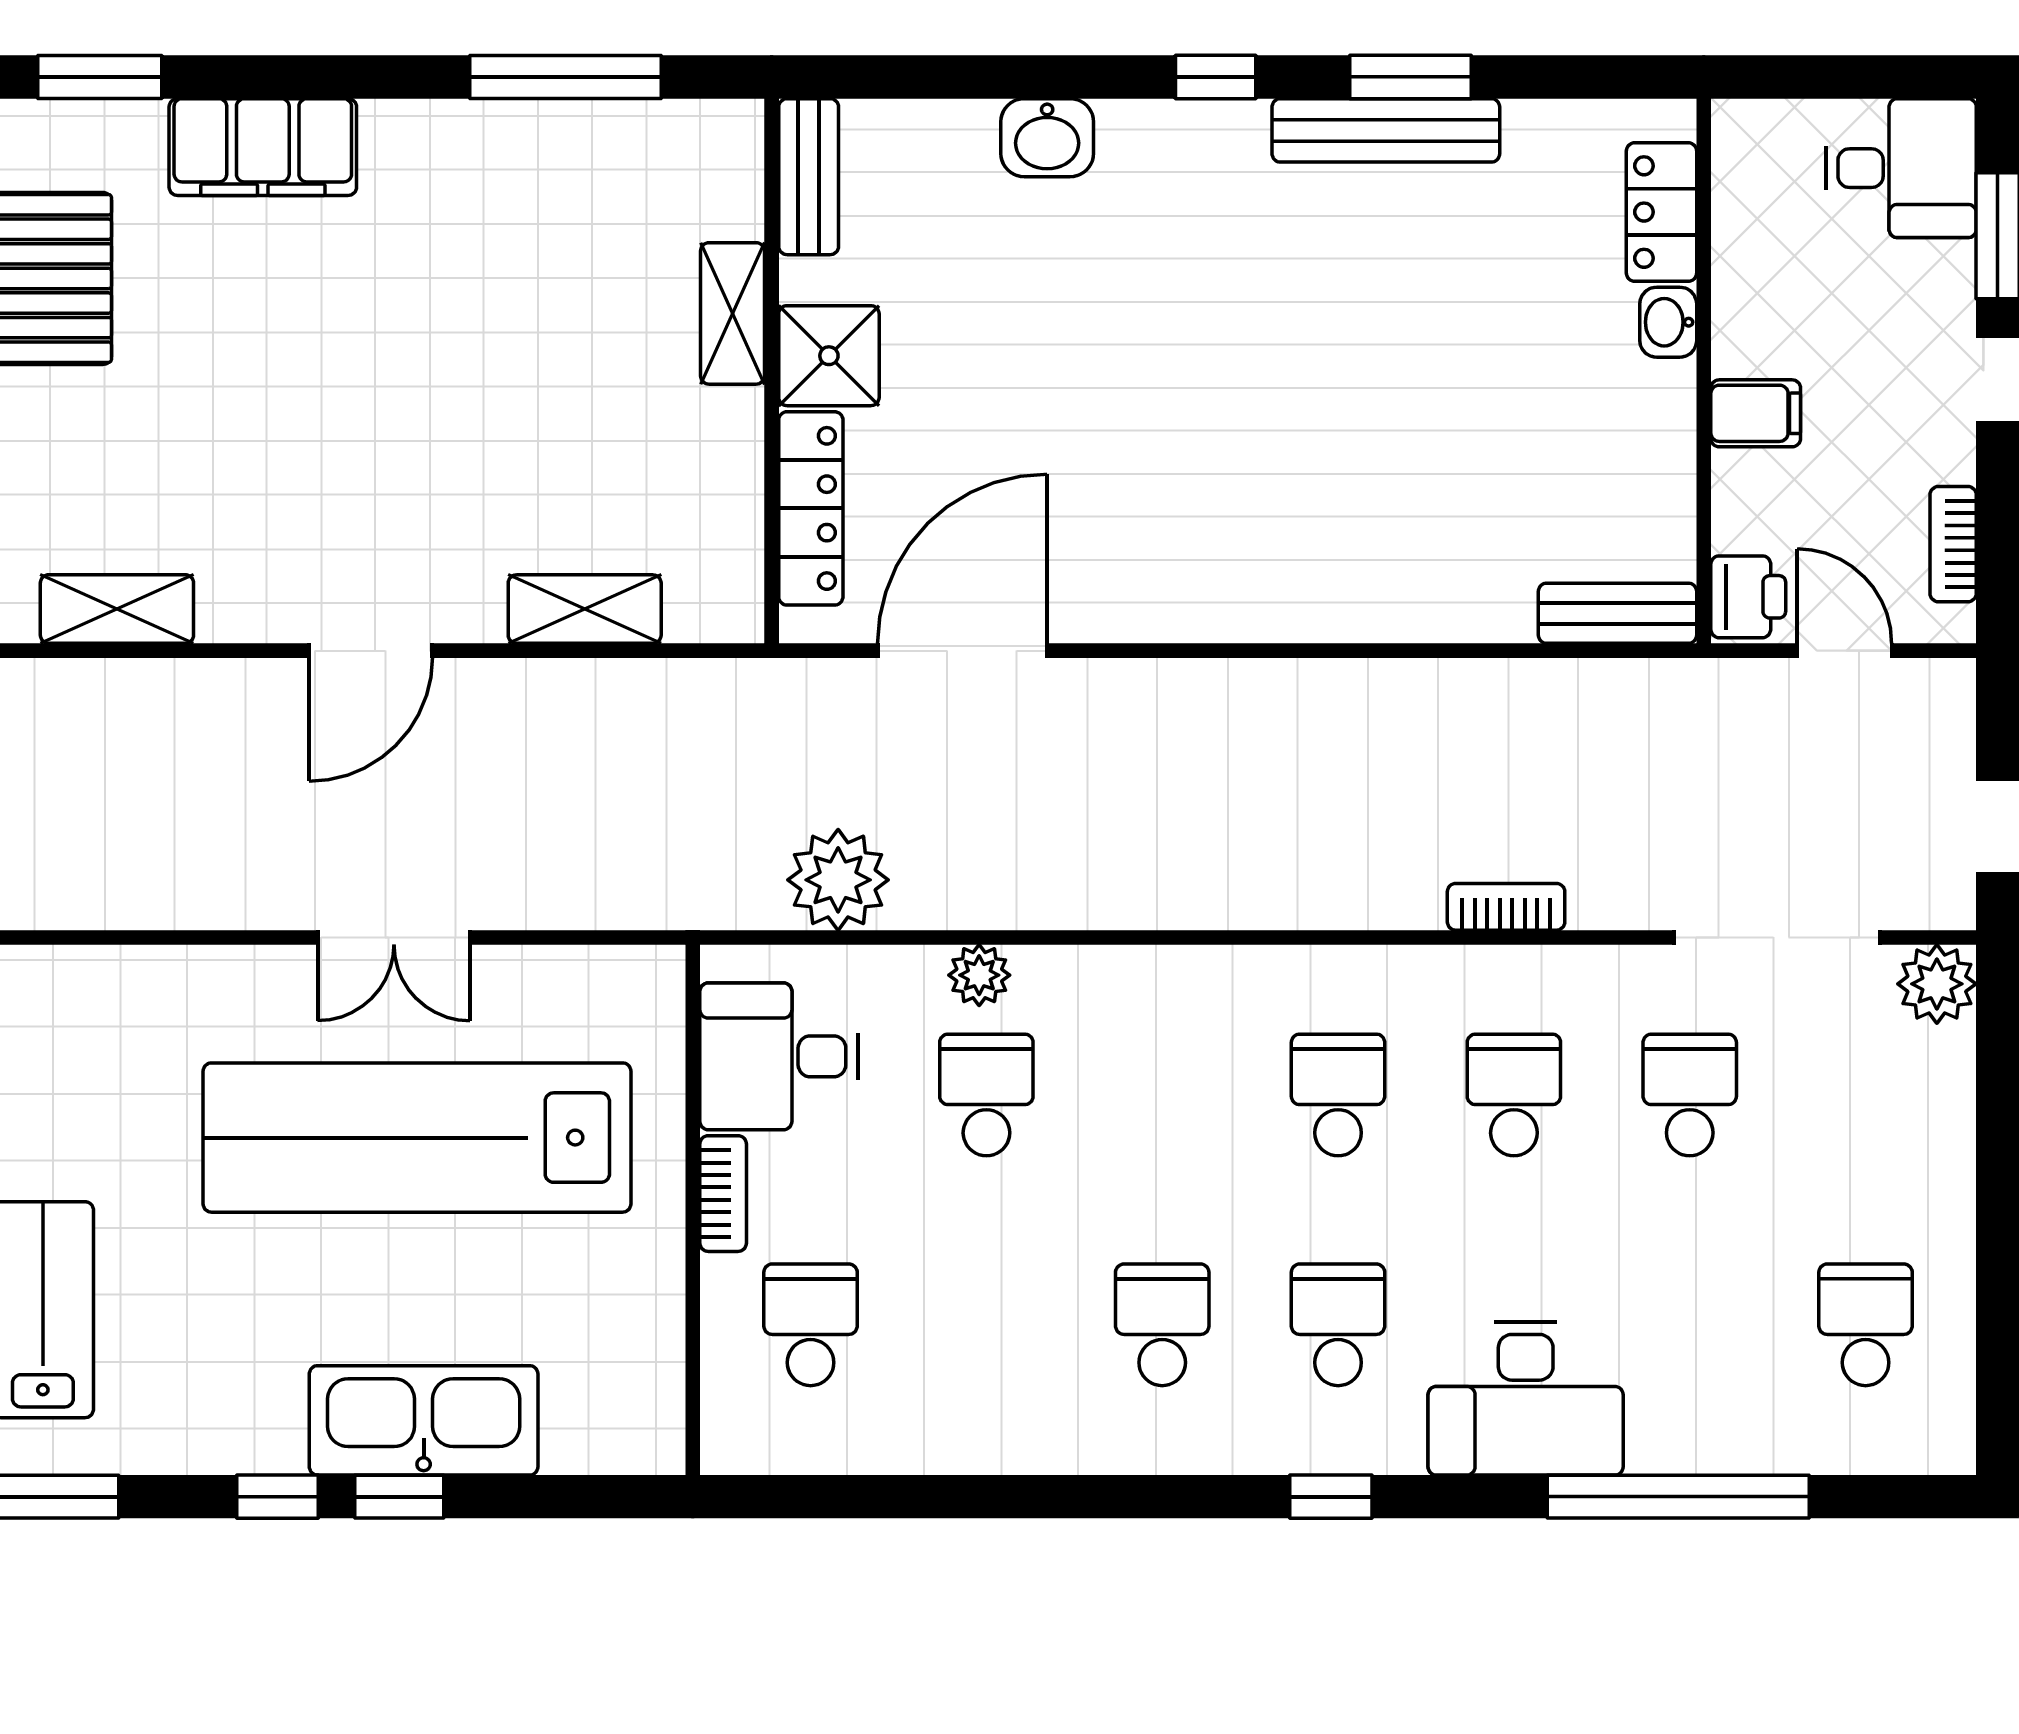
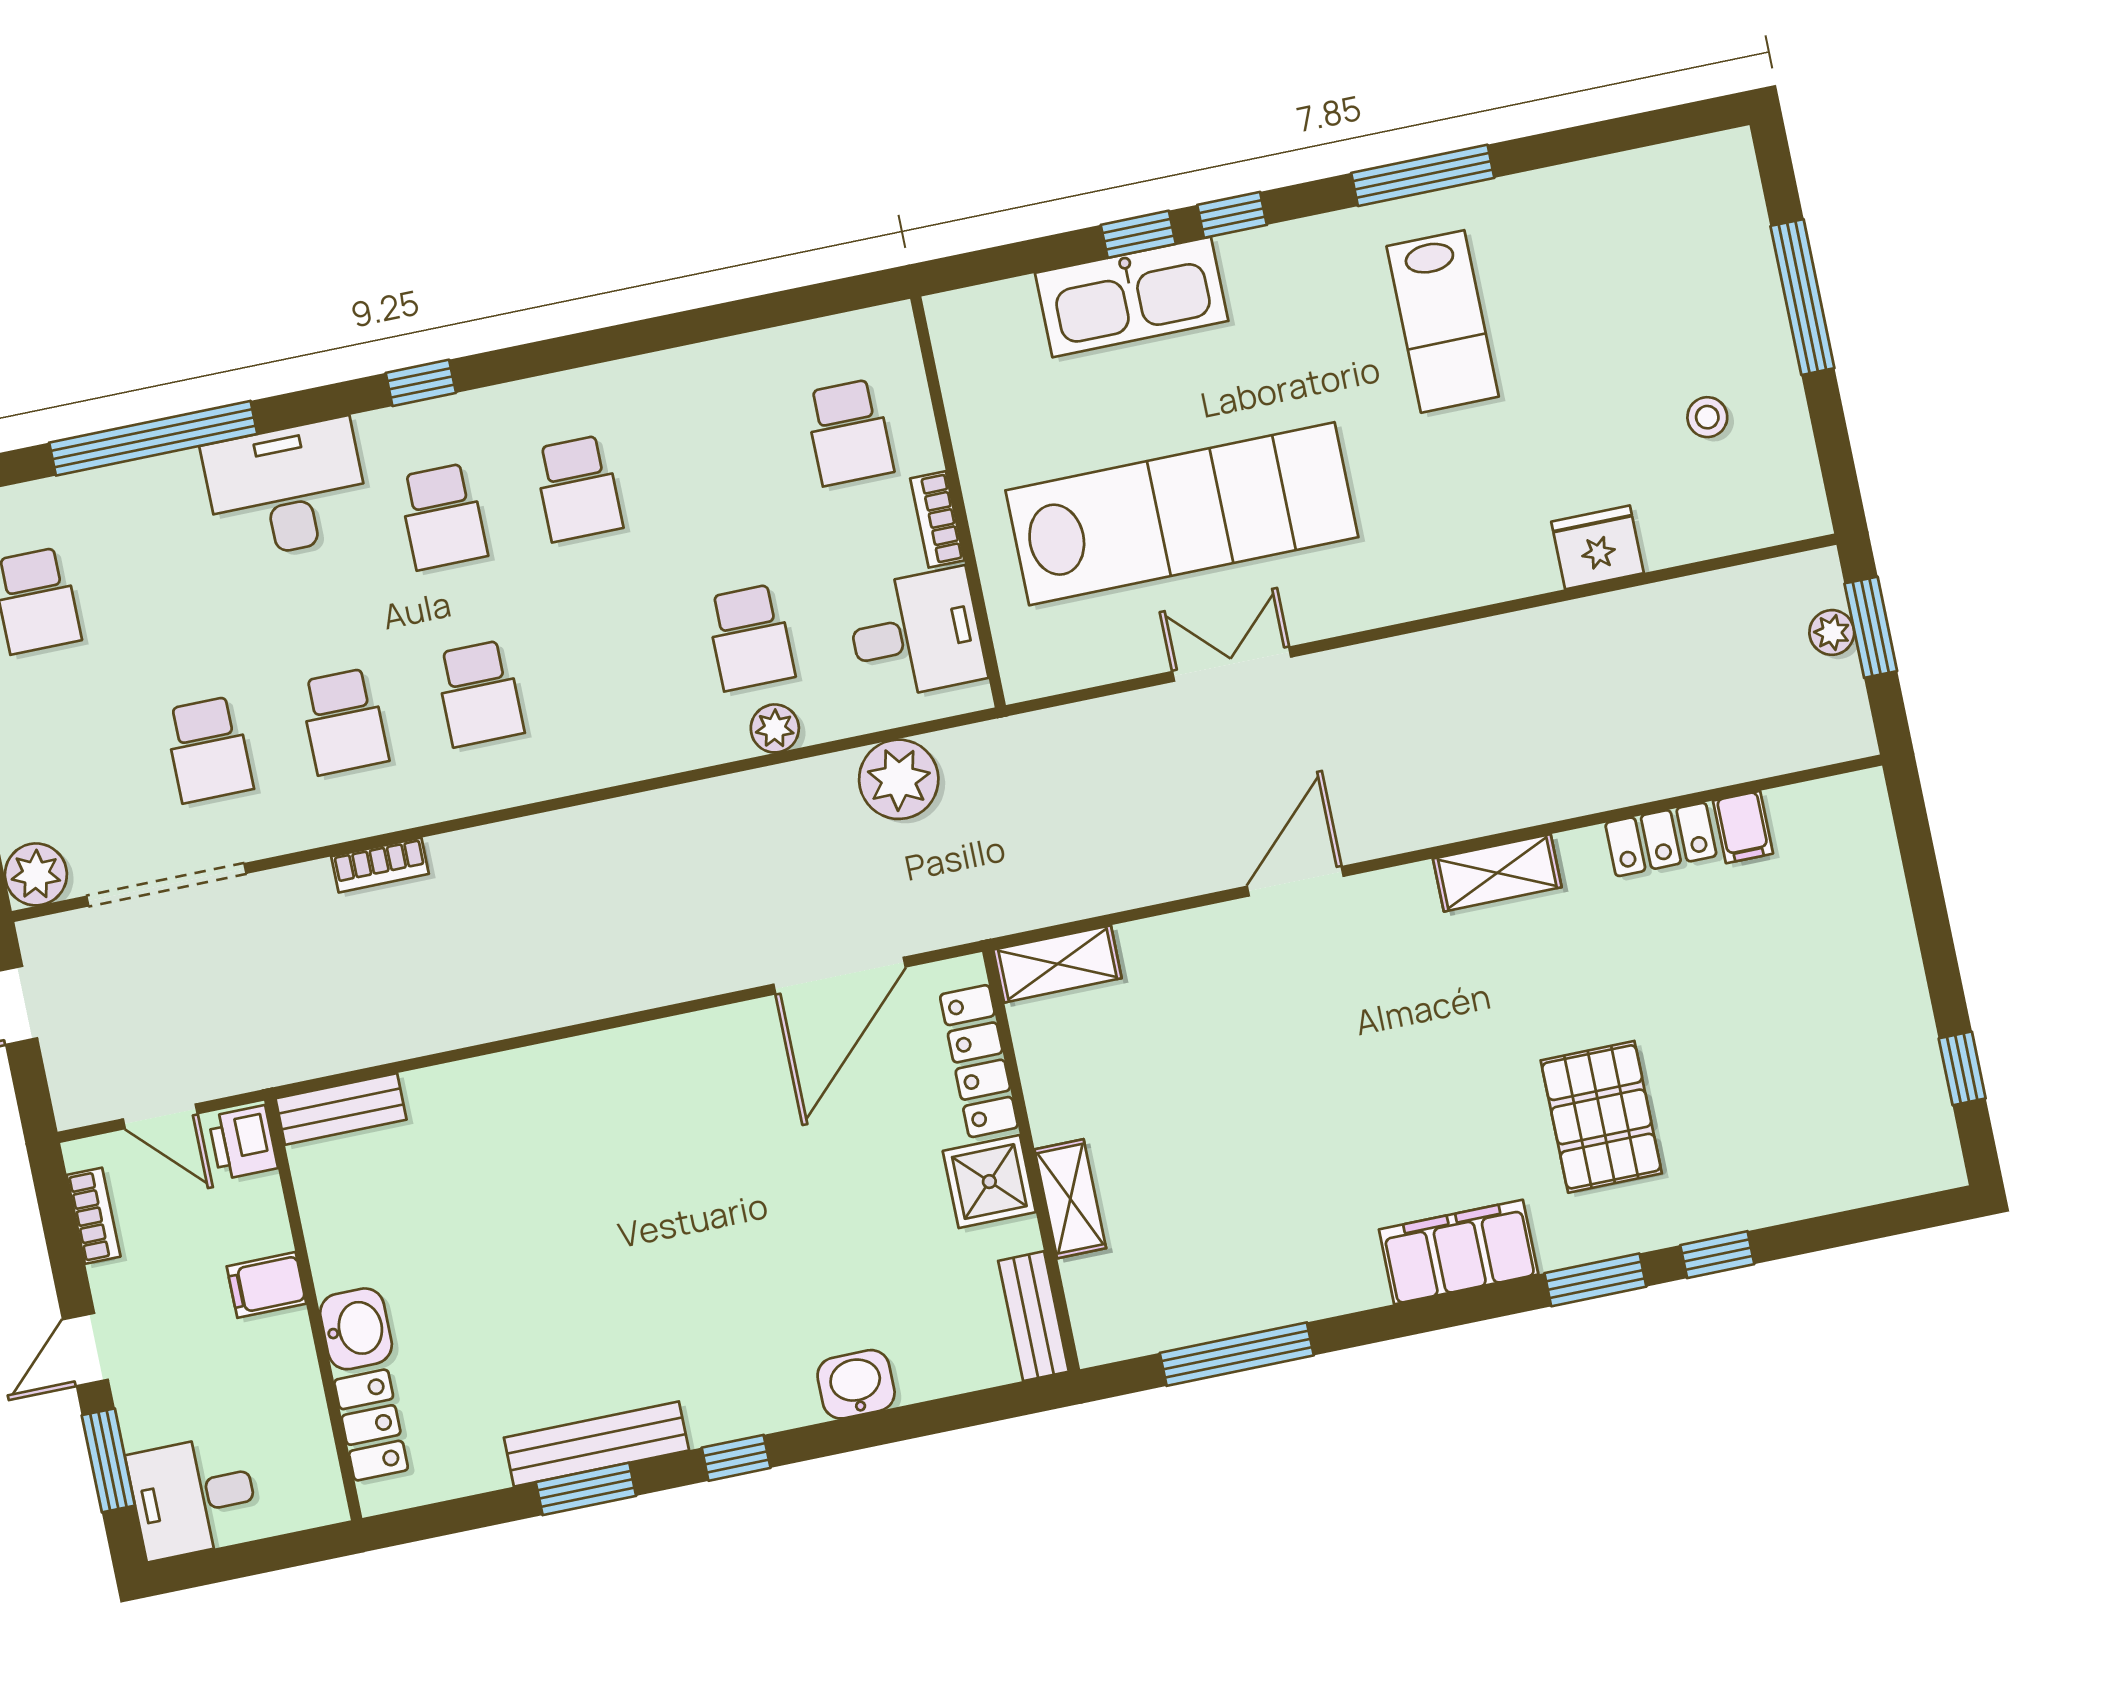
washbasin: (1668, 322) -> (356, 1329), width x1.38, depth x1.45
shelving: (585, 609) -> (1057, 964), moved

